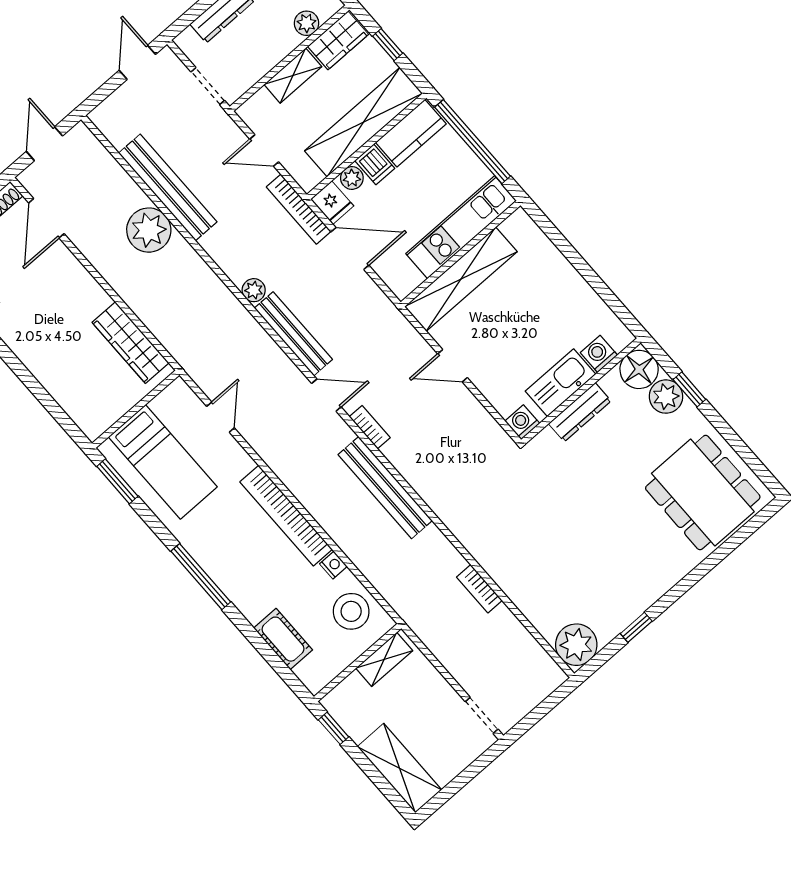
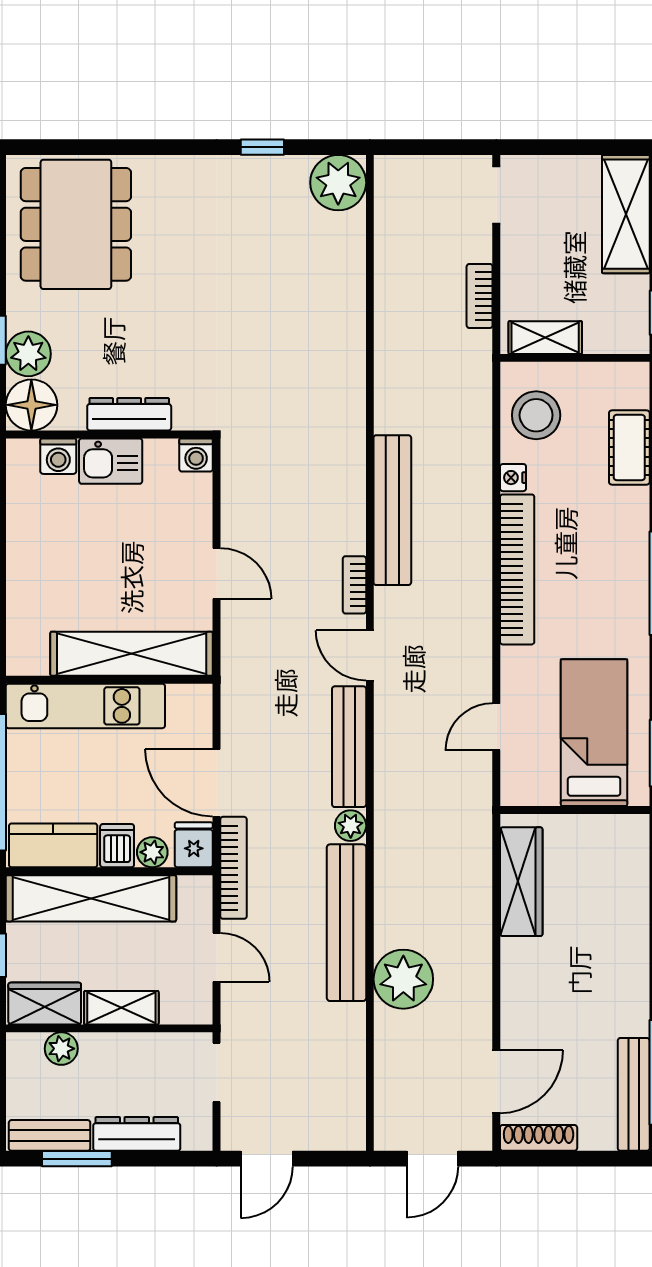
bench: (168, 187) -> (347, 923), moved
kitchen sink: (561, 383) -> (111, 461), width x0.73
bookcase: (479, 589) -> (480, 296), moved, turned 180

